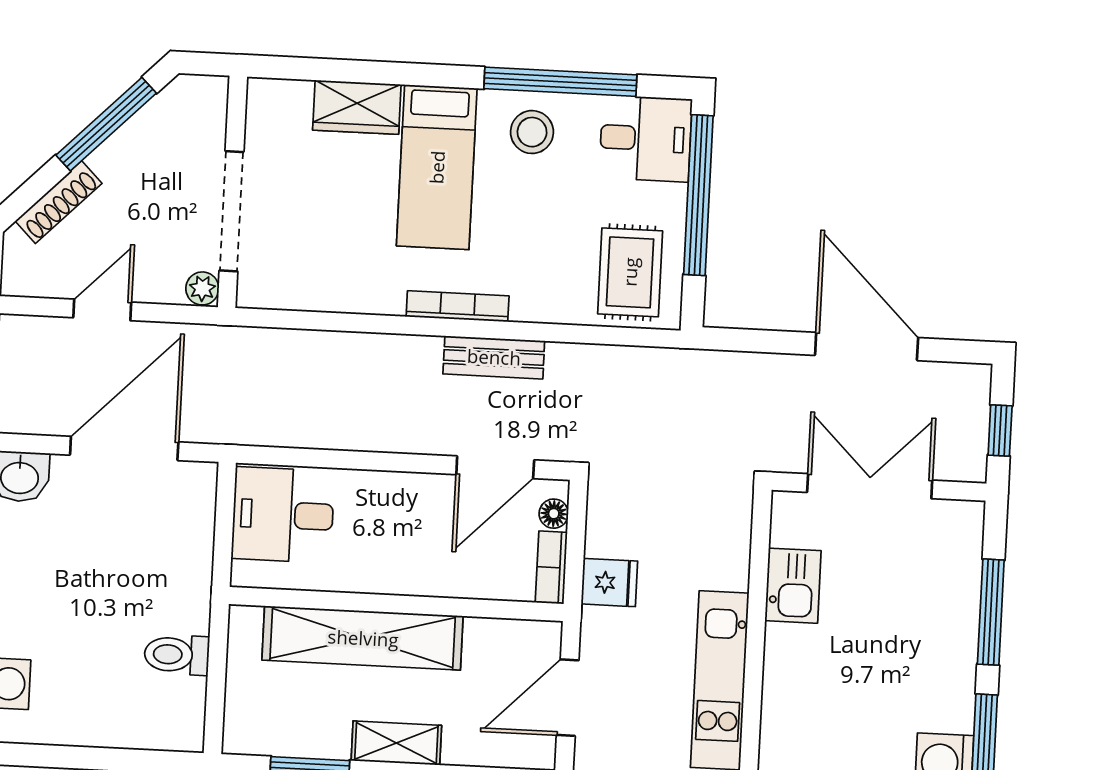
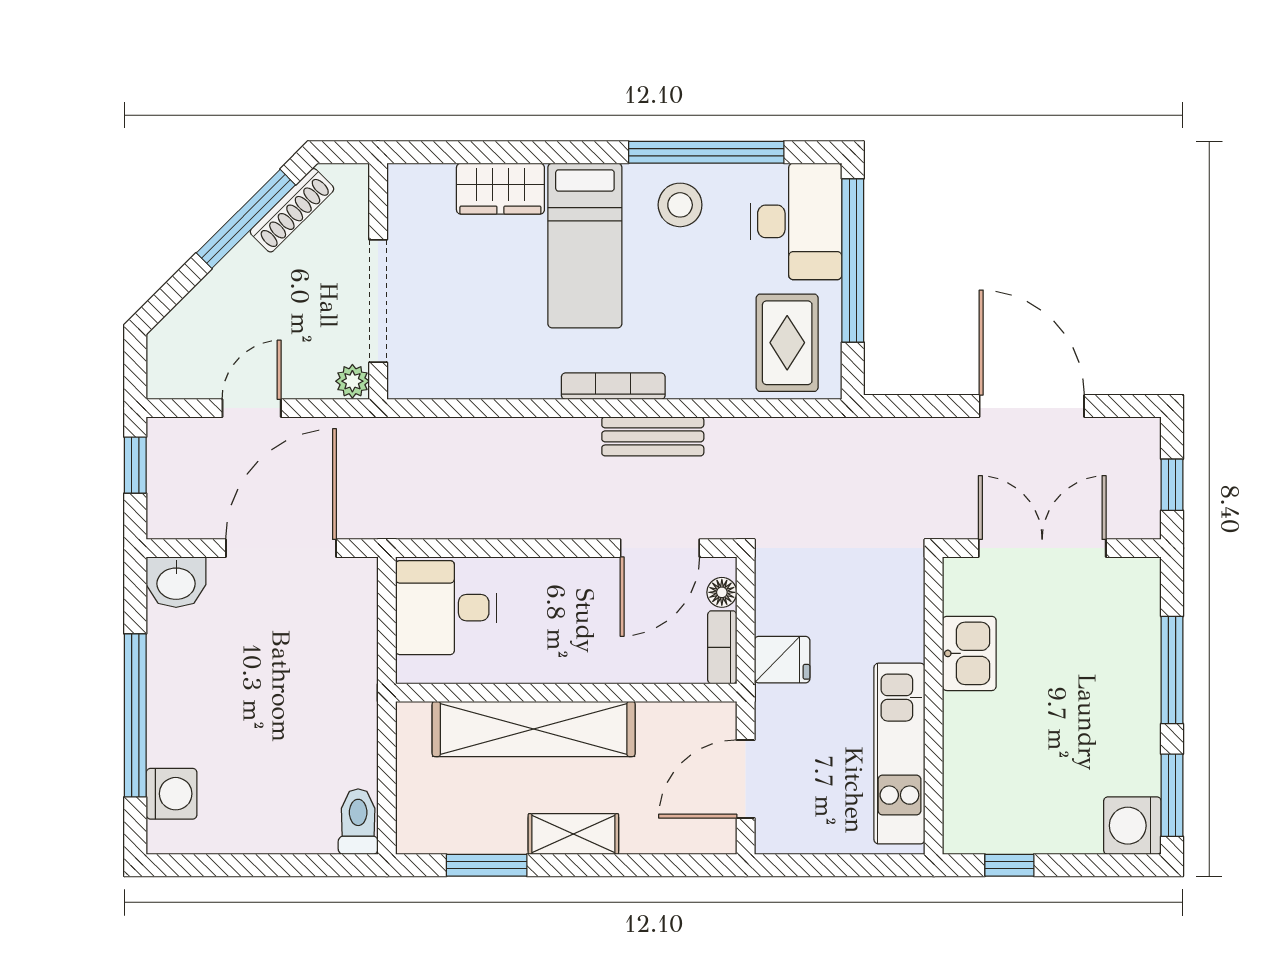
desk: (646, 138) -> (796, 221), width x1.37
shoe rack: (59, 202) -> (292, 210), moved
toilet: (177, 655) -> (358, 822), moved, turned 90

